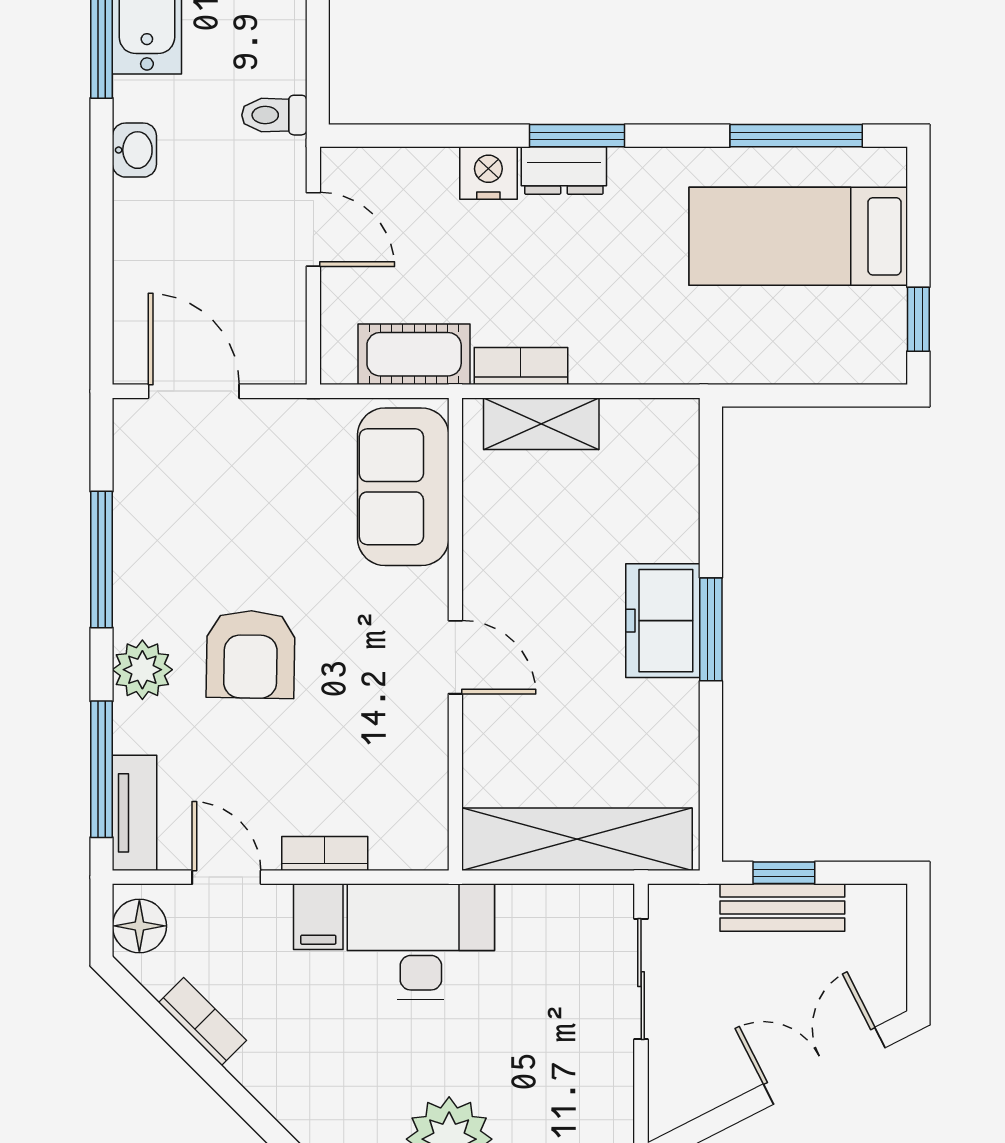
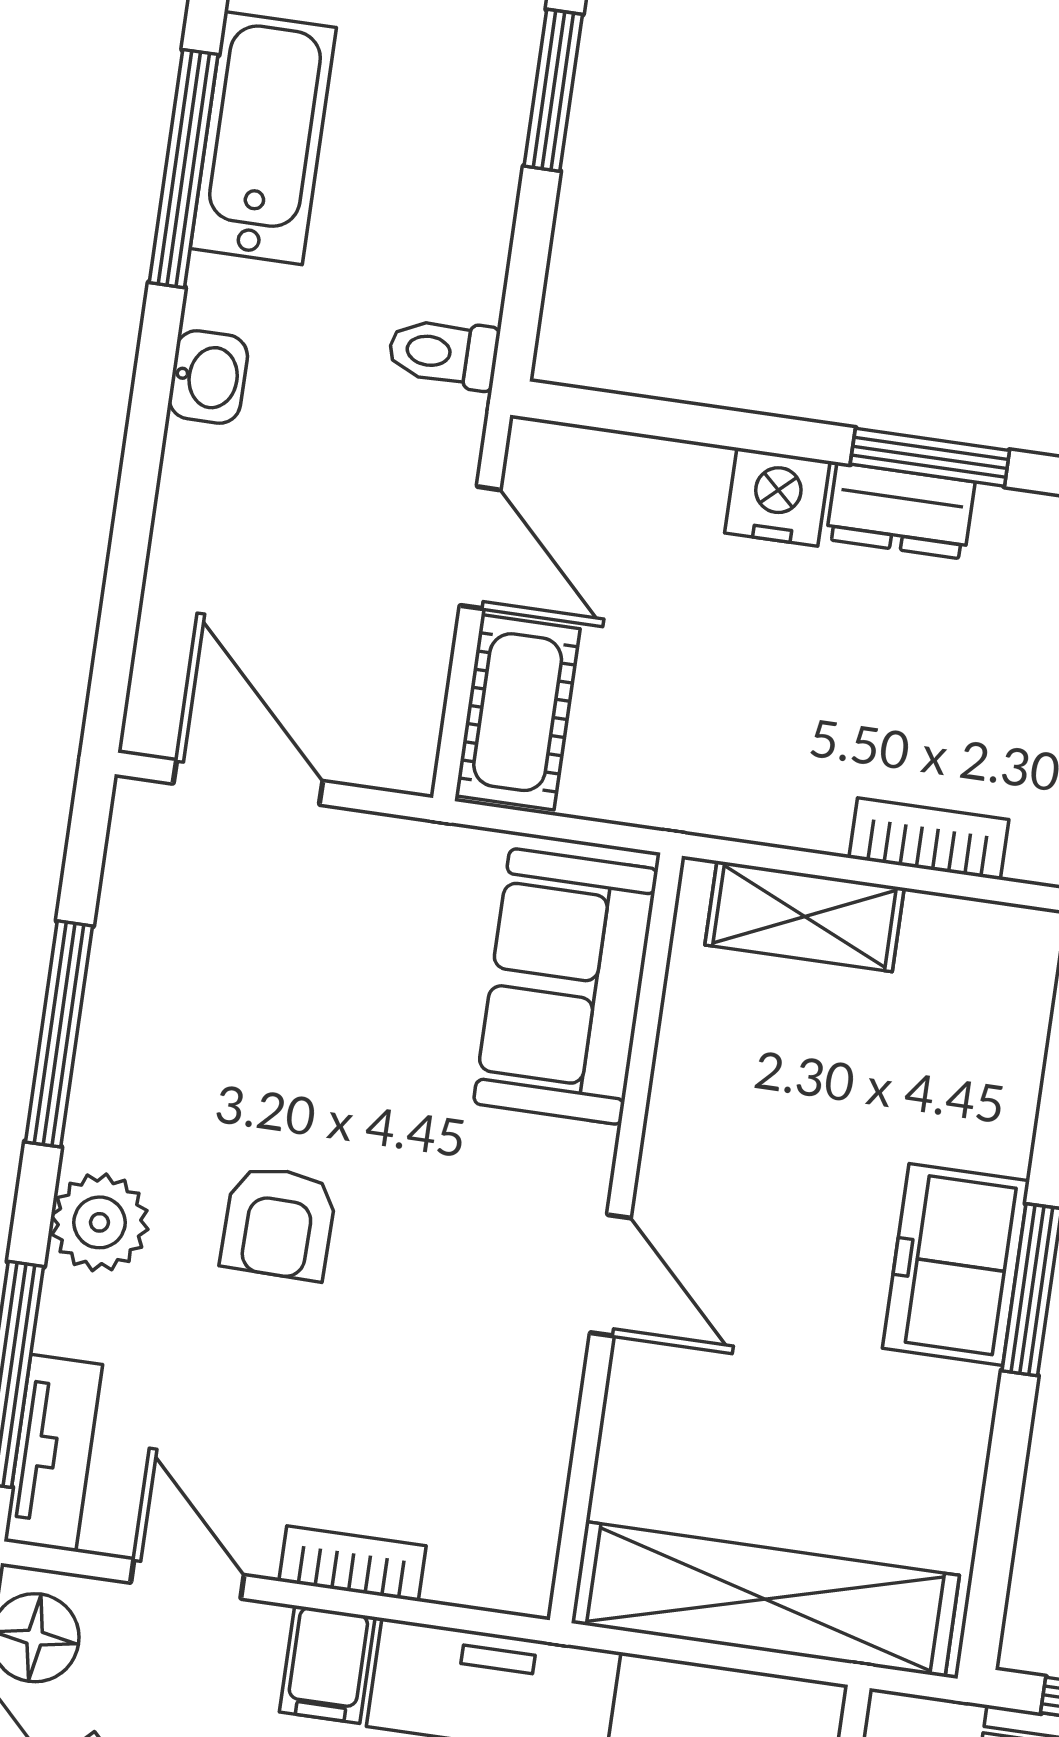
cot: (414, 354) -> (518, 712), moved, turned 90
bookcase: (521, 366) -> (929, 839), moved
armchair: (251, 654) -> (279, 1223), width x0.72, depth x0.72

